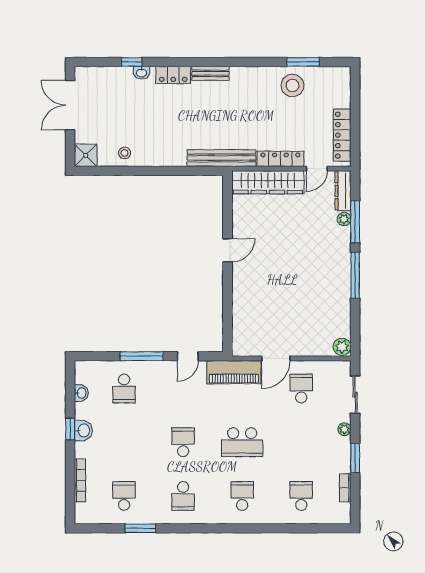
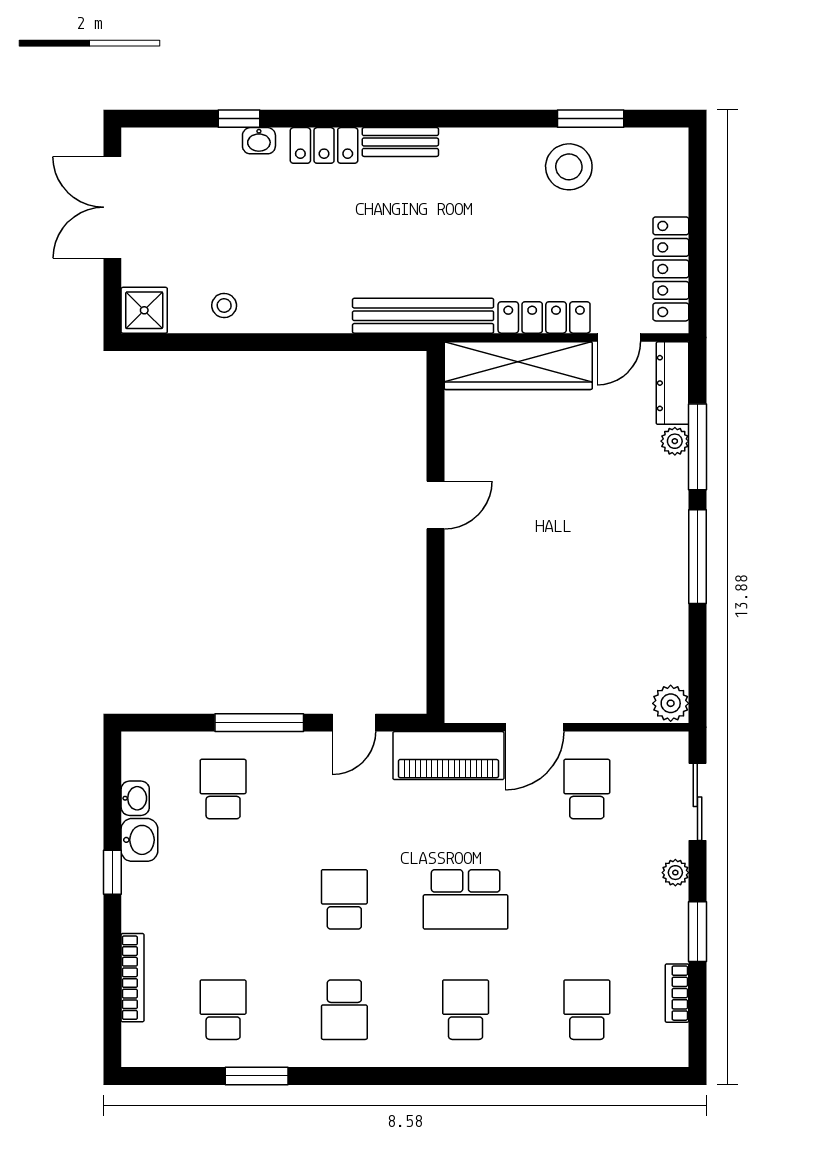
school desk: (124, 389) -> (223, 789), turned 180
washbasin: (83, 431) -> (139, 840), moved

